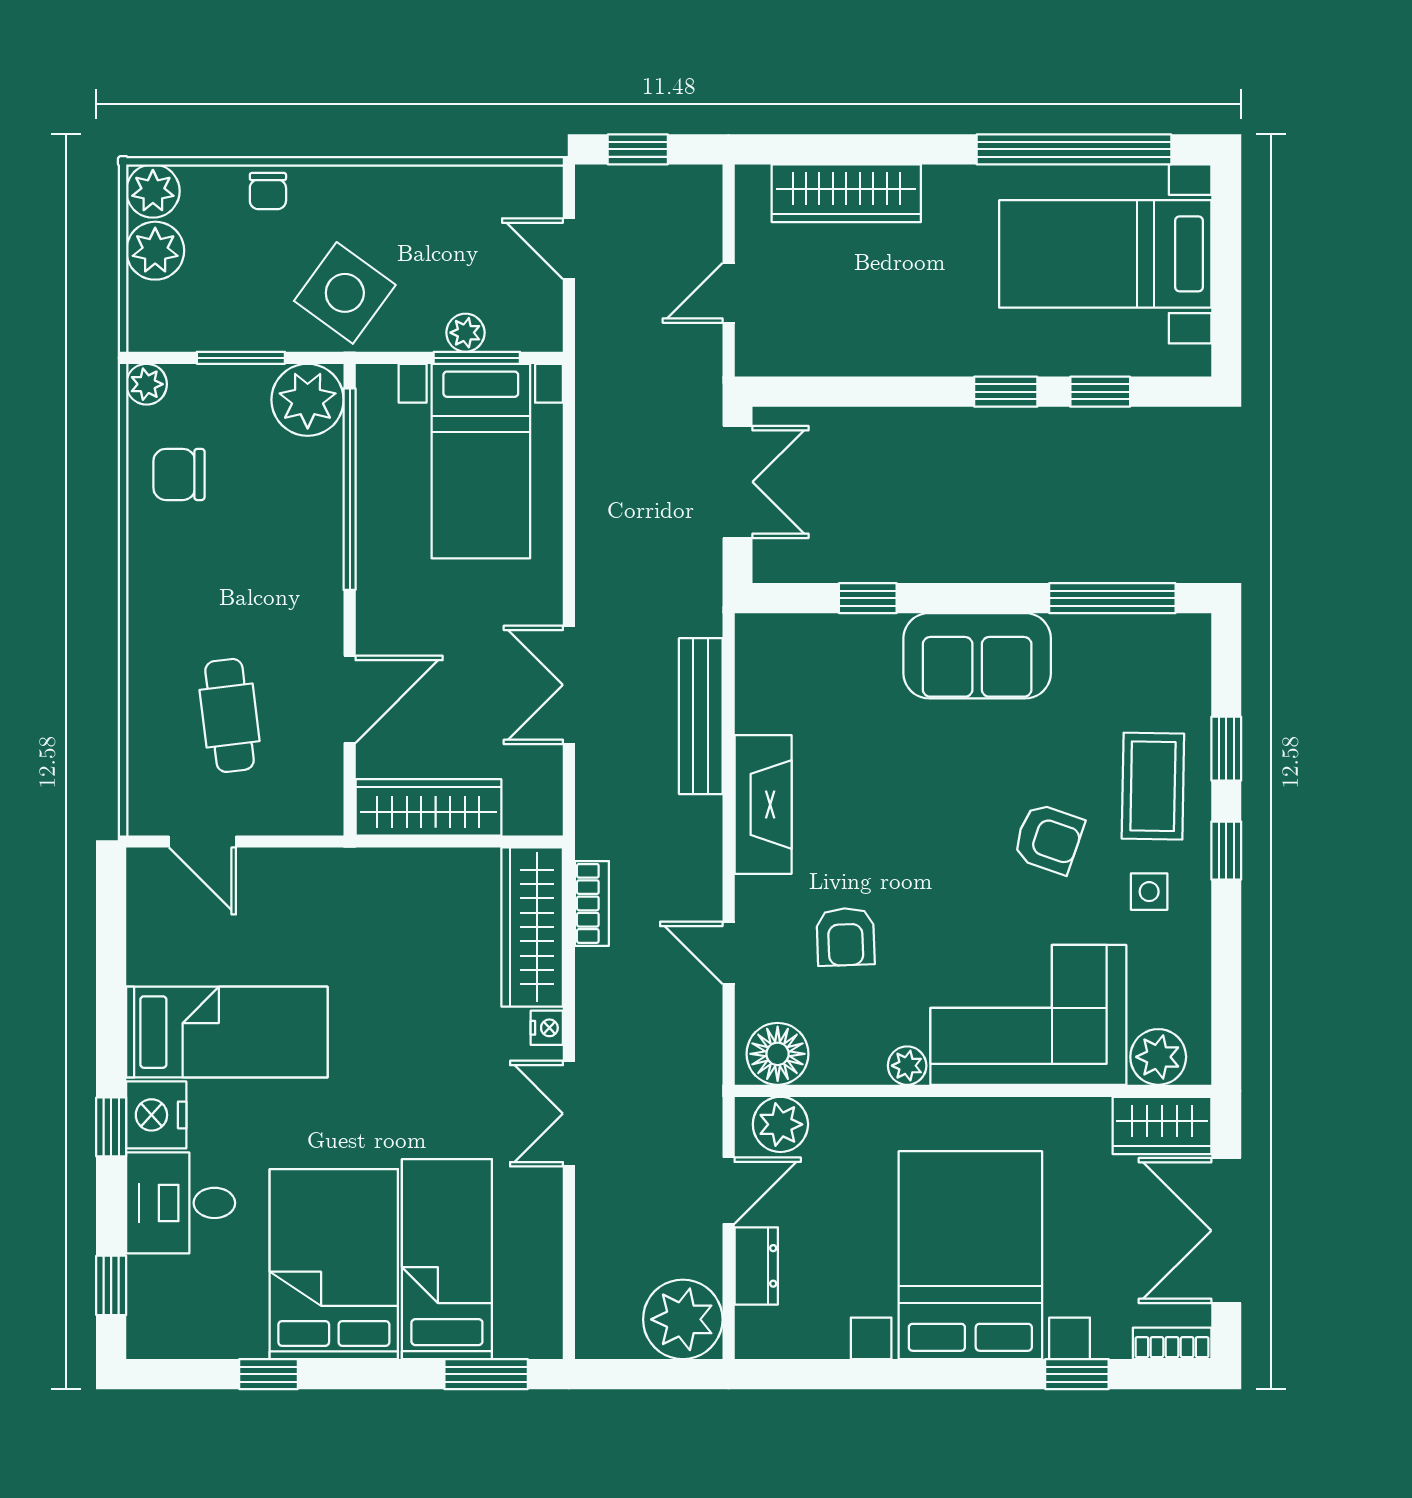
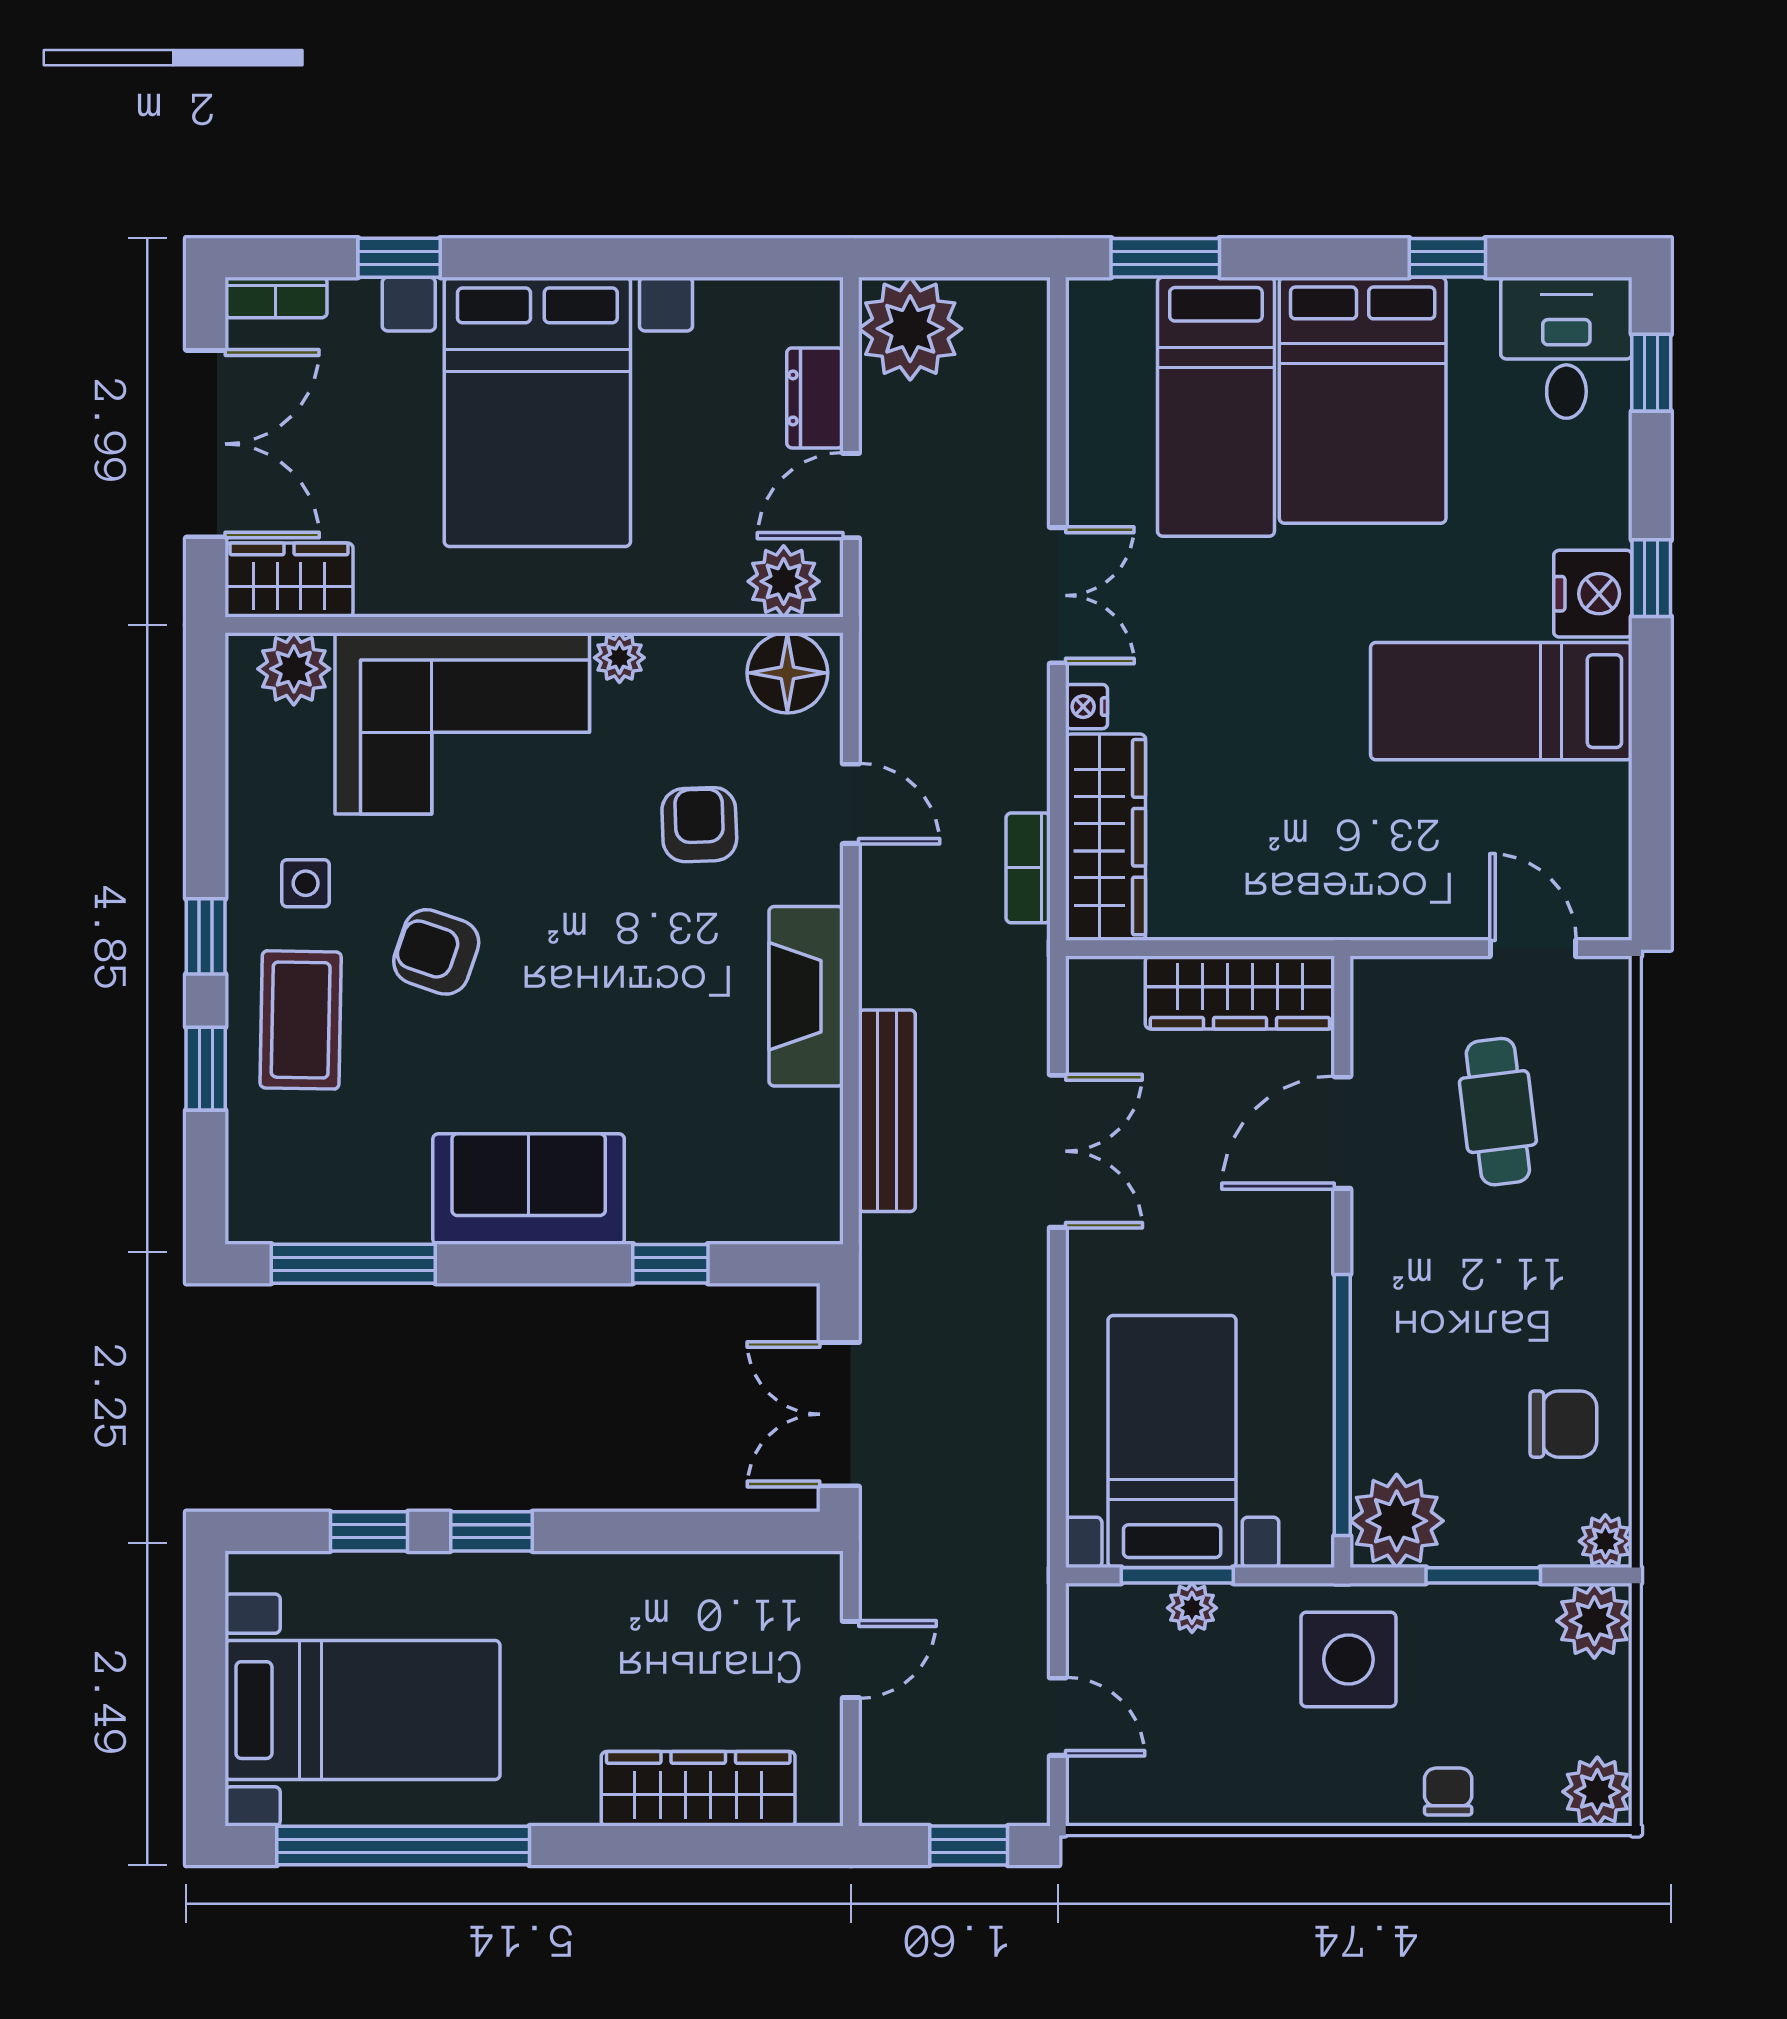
plant: (155, 251) -> (1594, 1621), moved
side table: (345, 293) -> (1348, 1659), turned -36
desk: (181, 1203) -> (1566, 348), moved, turned -90

